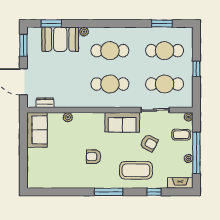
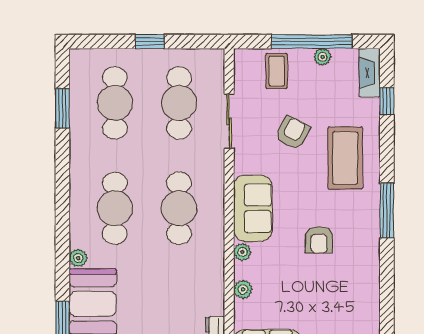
plant: (188, 117) -> (242, 252), moved
sofa: (122, 122) -> (253, 208), moved
window: (154, 192) -> (387, 101), moved

